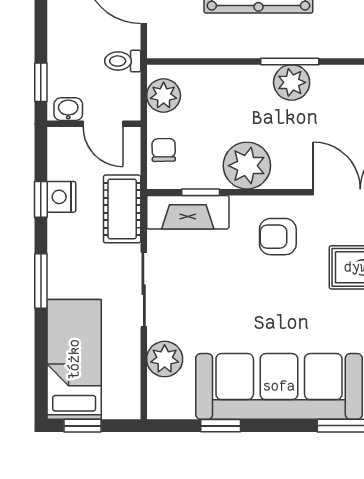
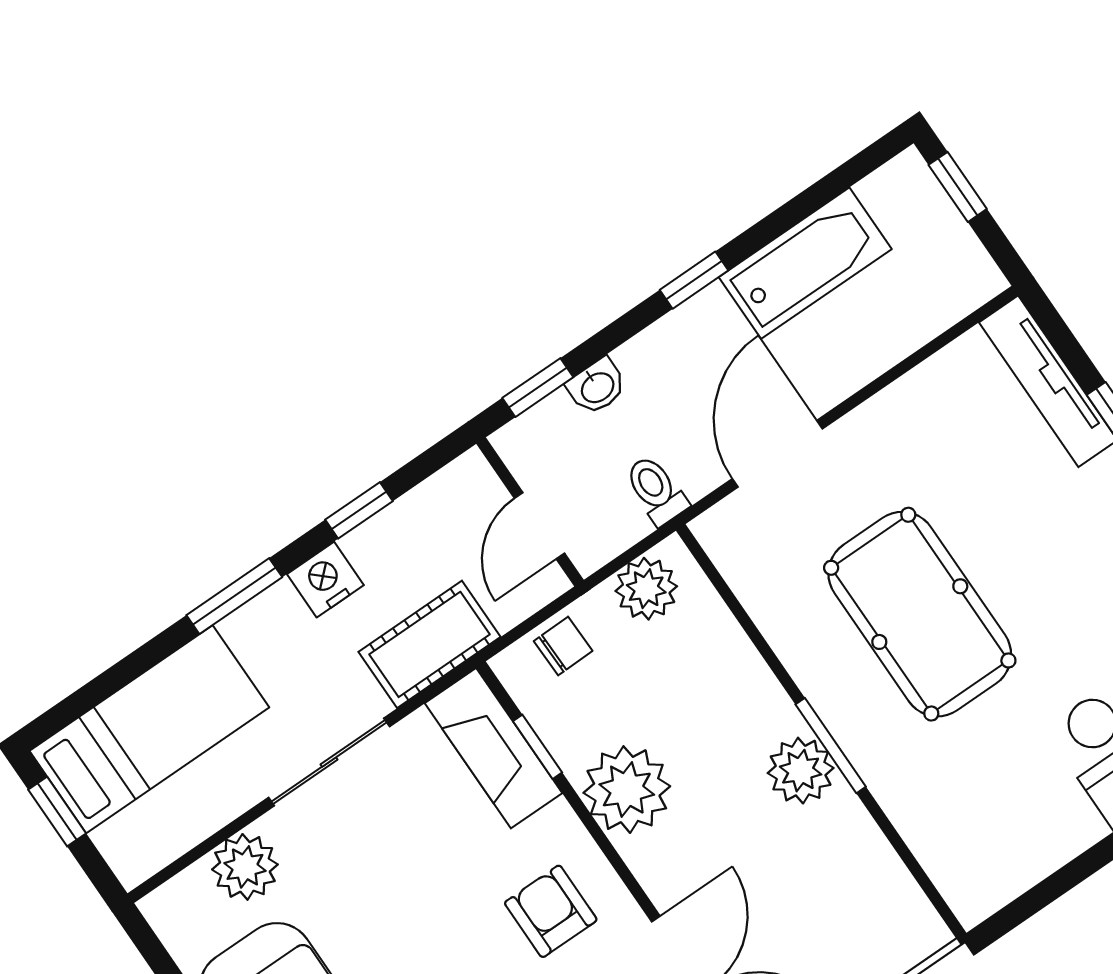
washbasin: (68, 109) -> (597, 387), moved, turned 90
nightstand: (61, 197) -> (325, 580), moved

